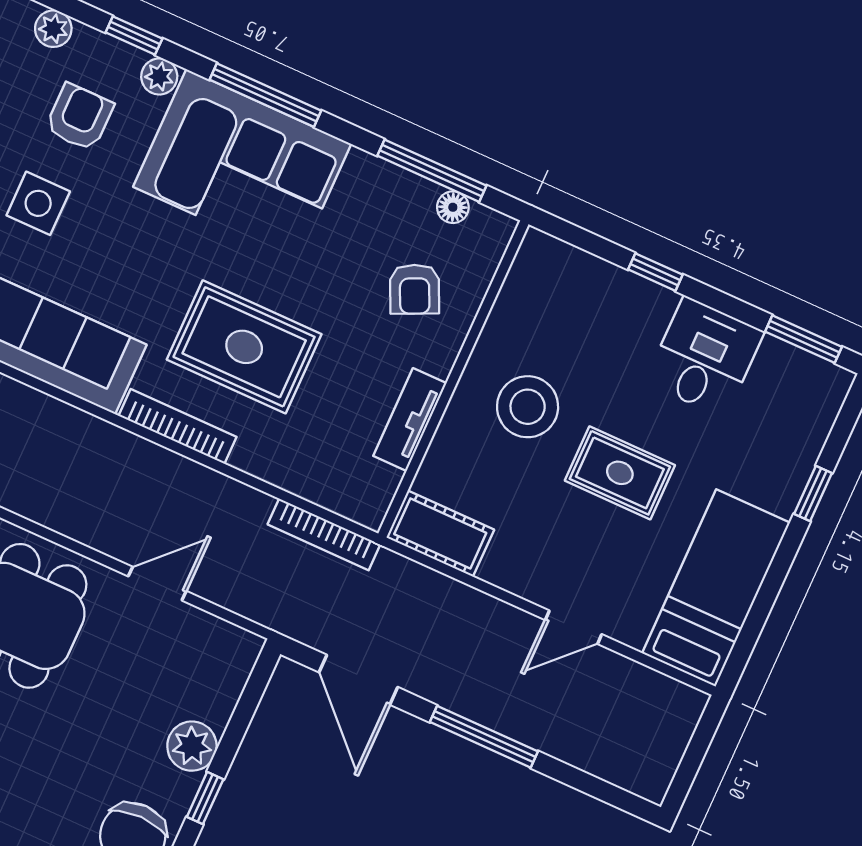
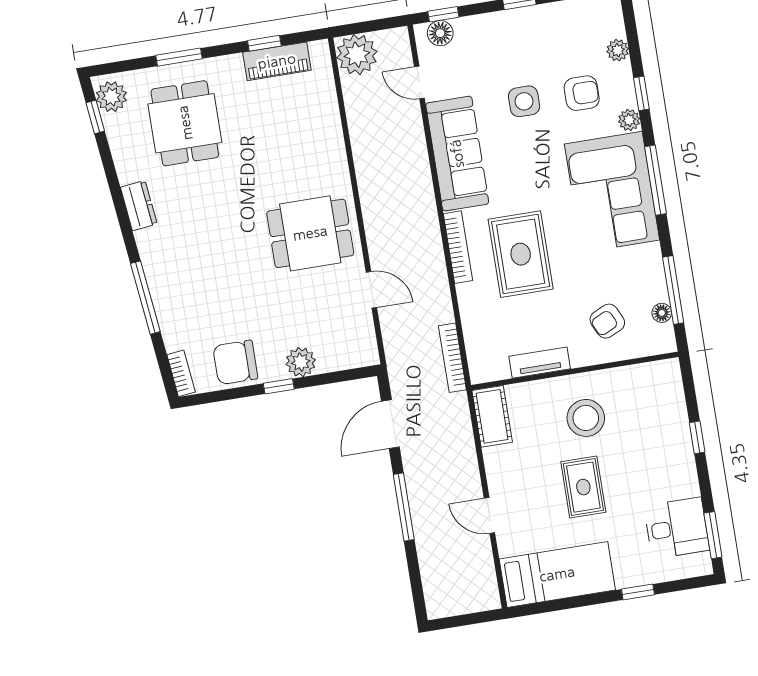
desk: (705, 357) -> (677, 528), moved

